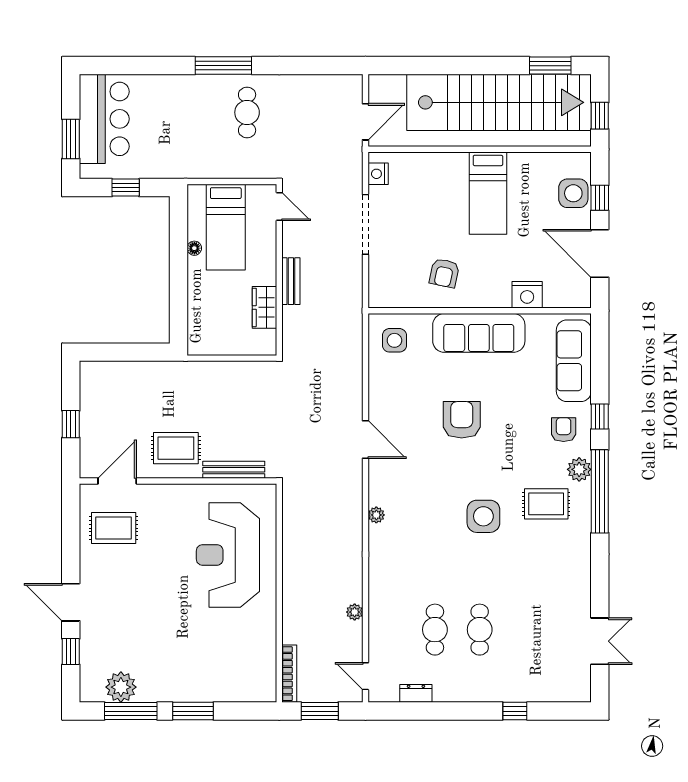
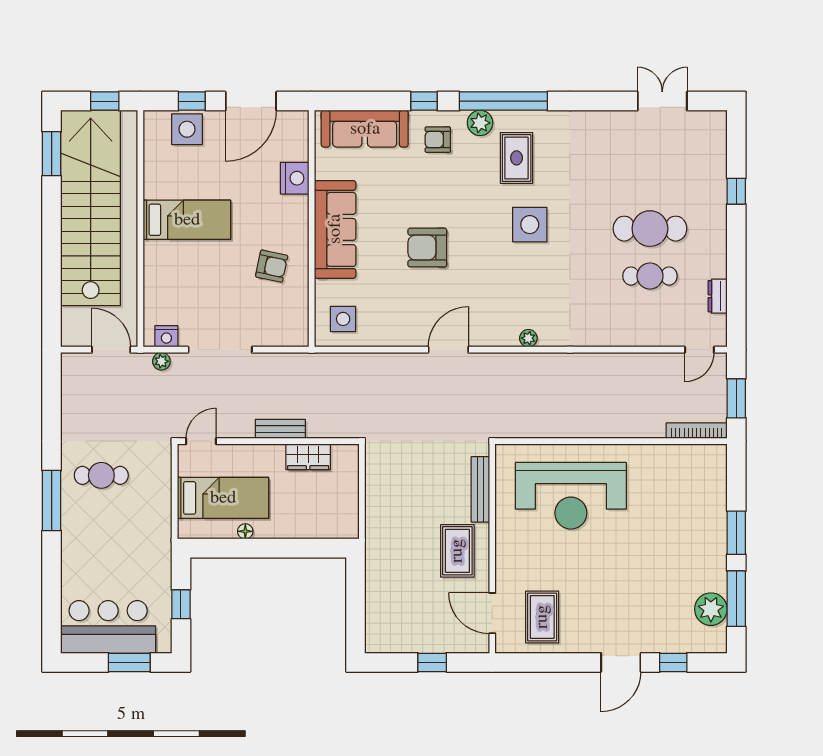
plant: (355, 612) -> (161, 361), moved
cafe table: (480, 630) -> (650, 229), width x1.37, depth x1.35

